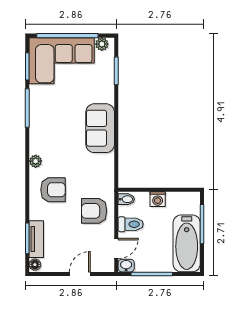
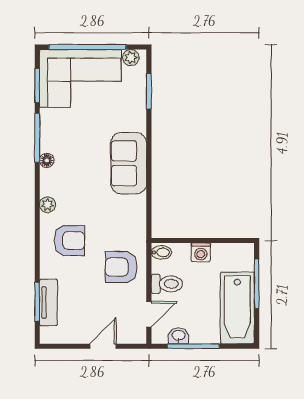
floor lamp: (35, 265) -> (47, 160), moved
washbasin: (126, 266) -> (179, 336), moved

